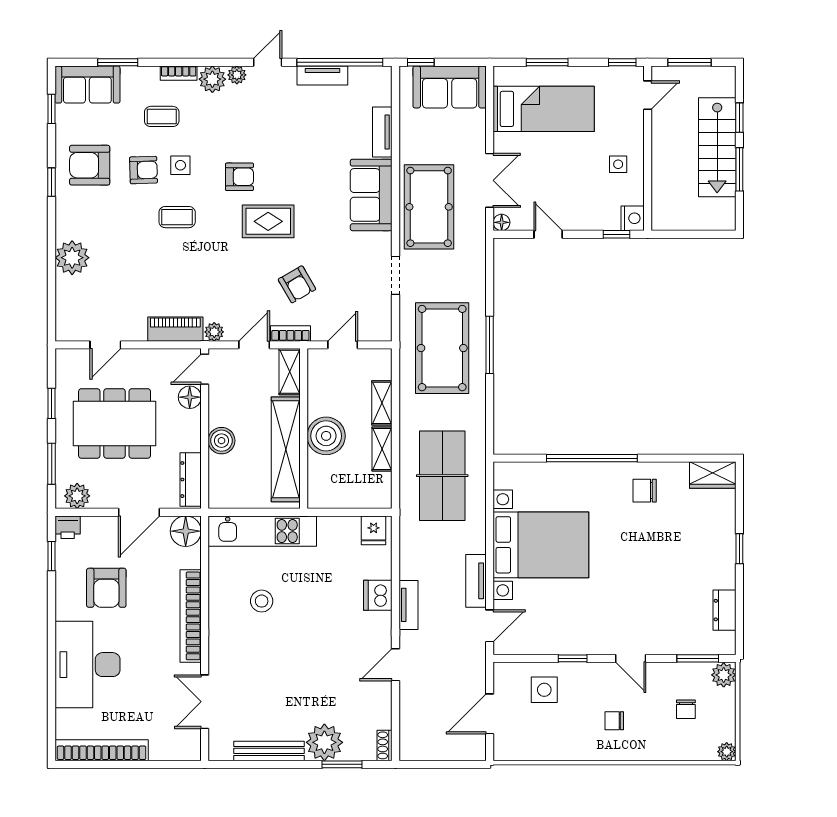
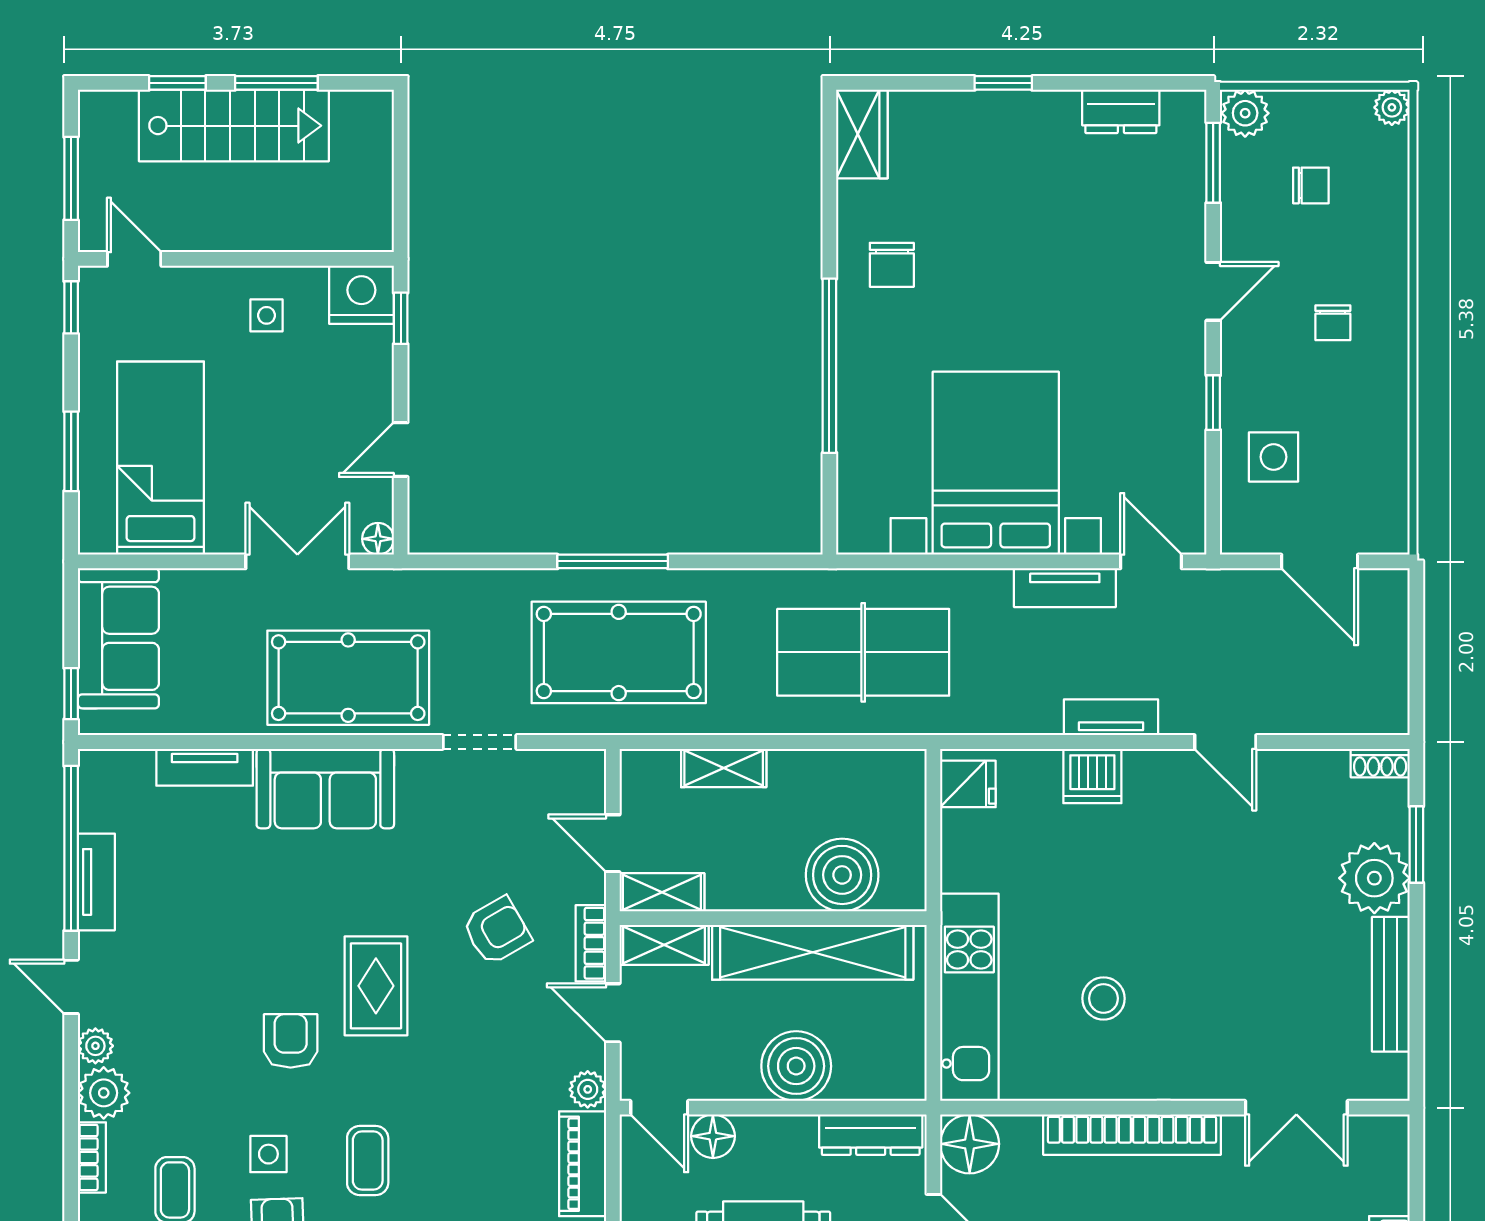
nightstand: (633, 218) -> (361, 295), width x1.36, depth x1.33
boiler: (326, 436) -> (842, 875), moved
boiler: (221, 441) -> (796, 1066), width x1.37, depth x1.37
shelving: (382, 449) -> (662, 892), moved

